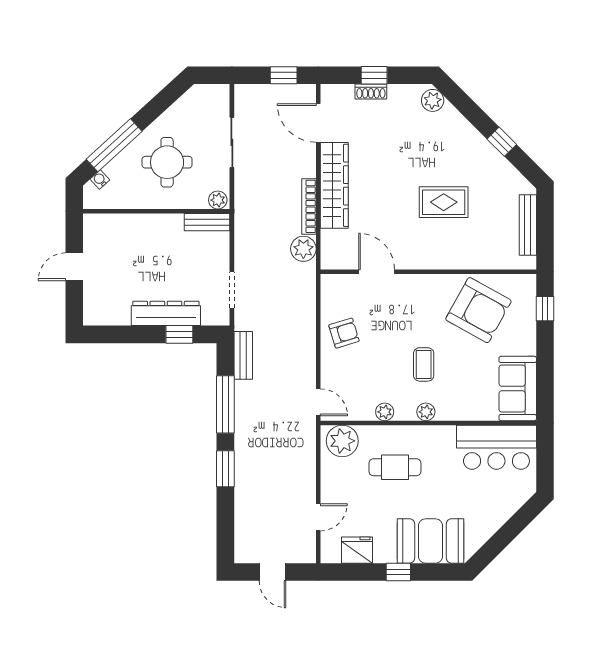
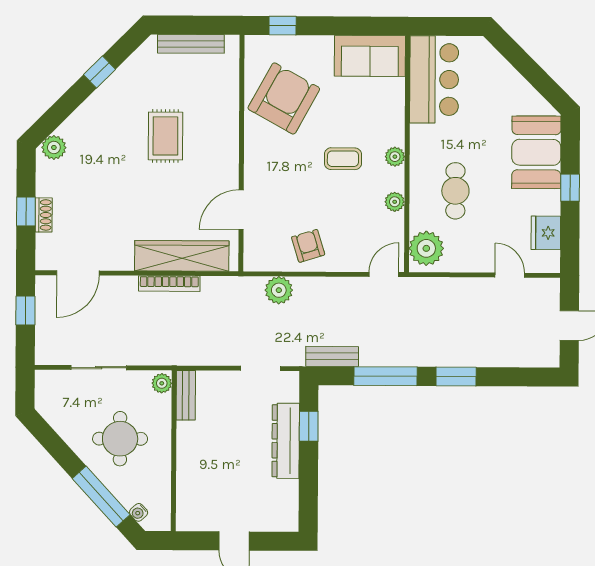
wardrobe: (334, 185) -> (182, 256), moved
plant: (303, 249) -> (279, 290), moved

